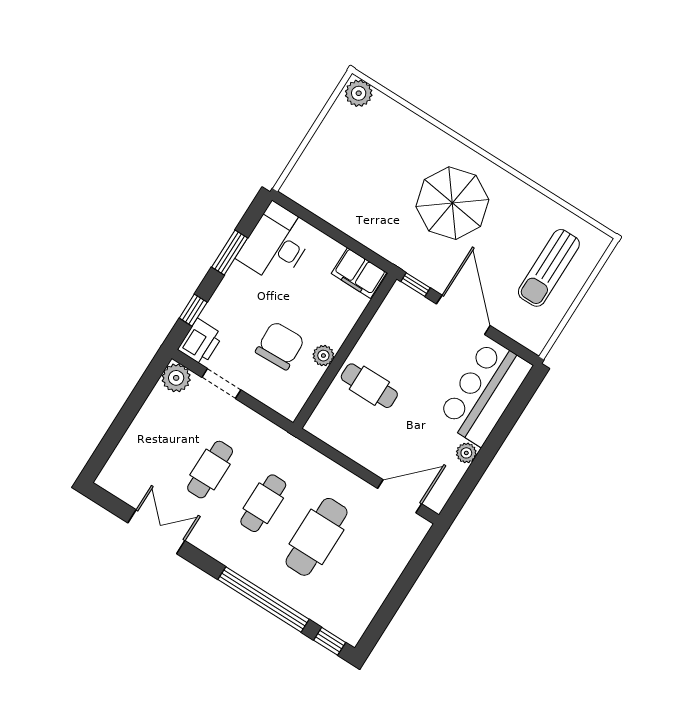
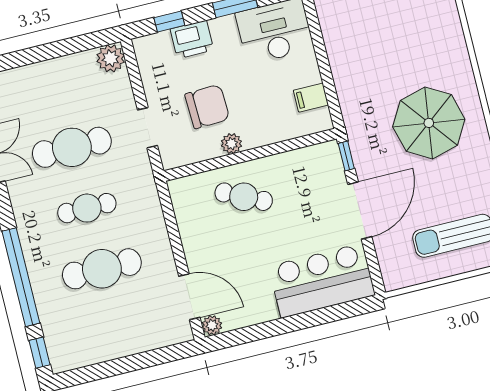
filing cabinet: (359, 273) -> (311, 98), width x0.50
printer: (200, 342) -> (192, 40), moved
doorway: (221, 384) -> (148, 128), moved
cafe table: (369, 386) -> (244, 197), turned -64
plant: (466, 453) -> (212, 325), moved
cafe table: (210, 470) -> (72, 147), width x1.37, depth x1.35

